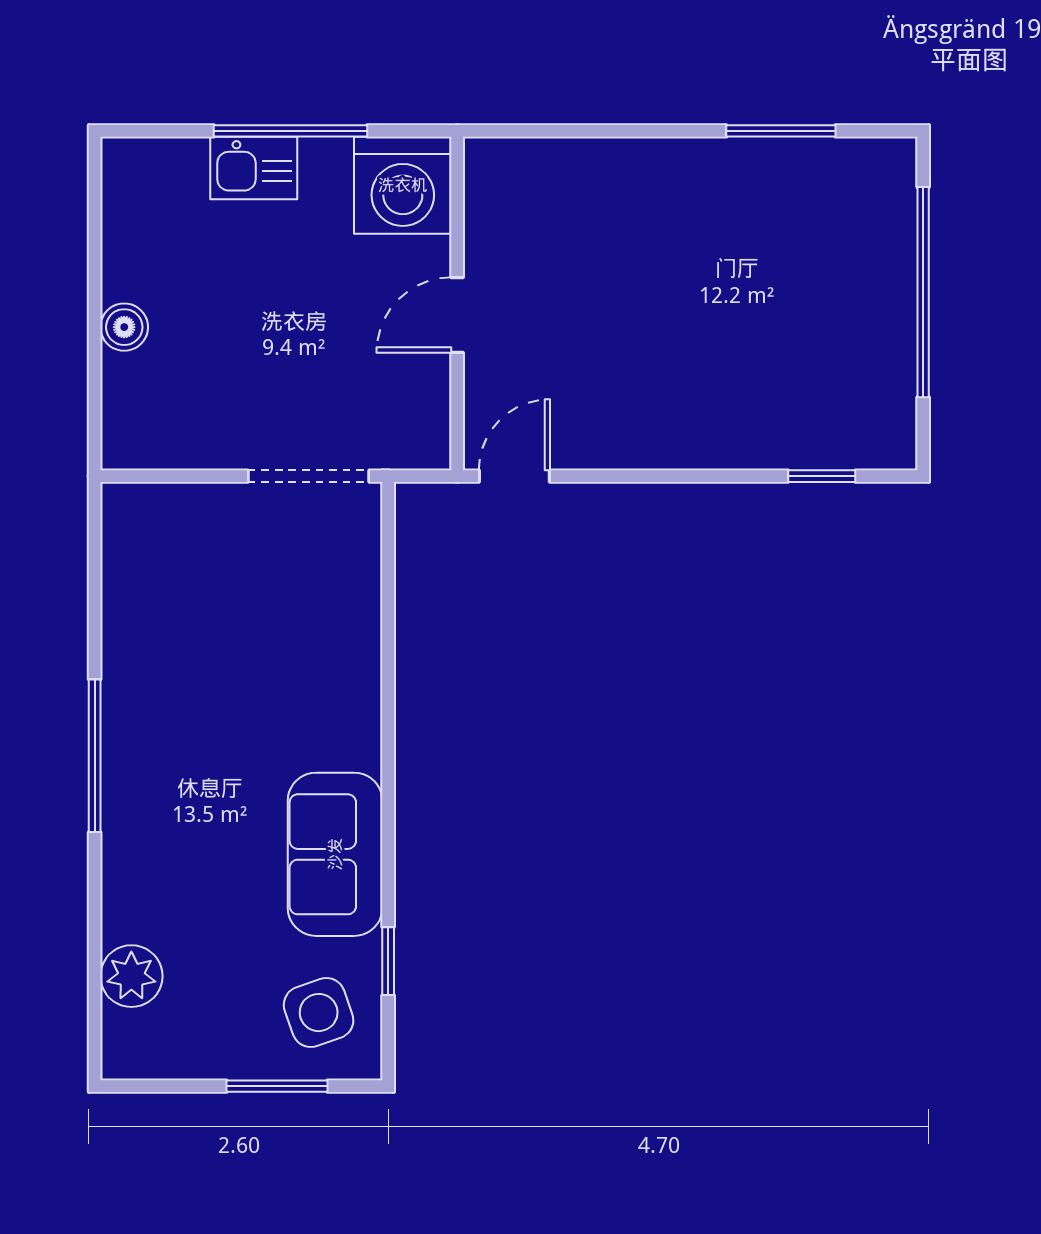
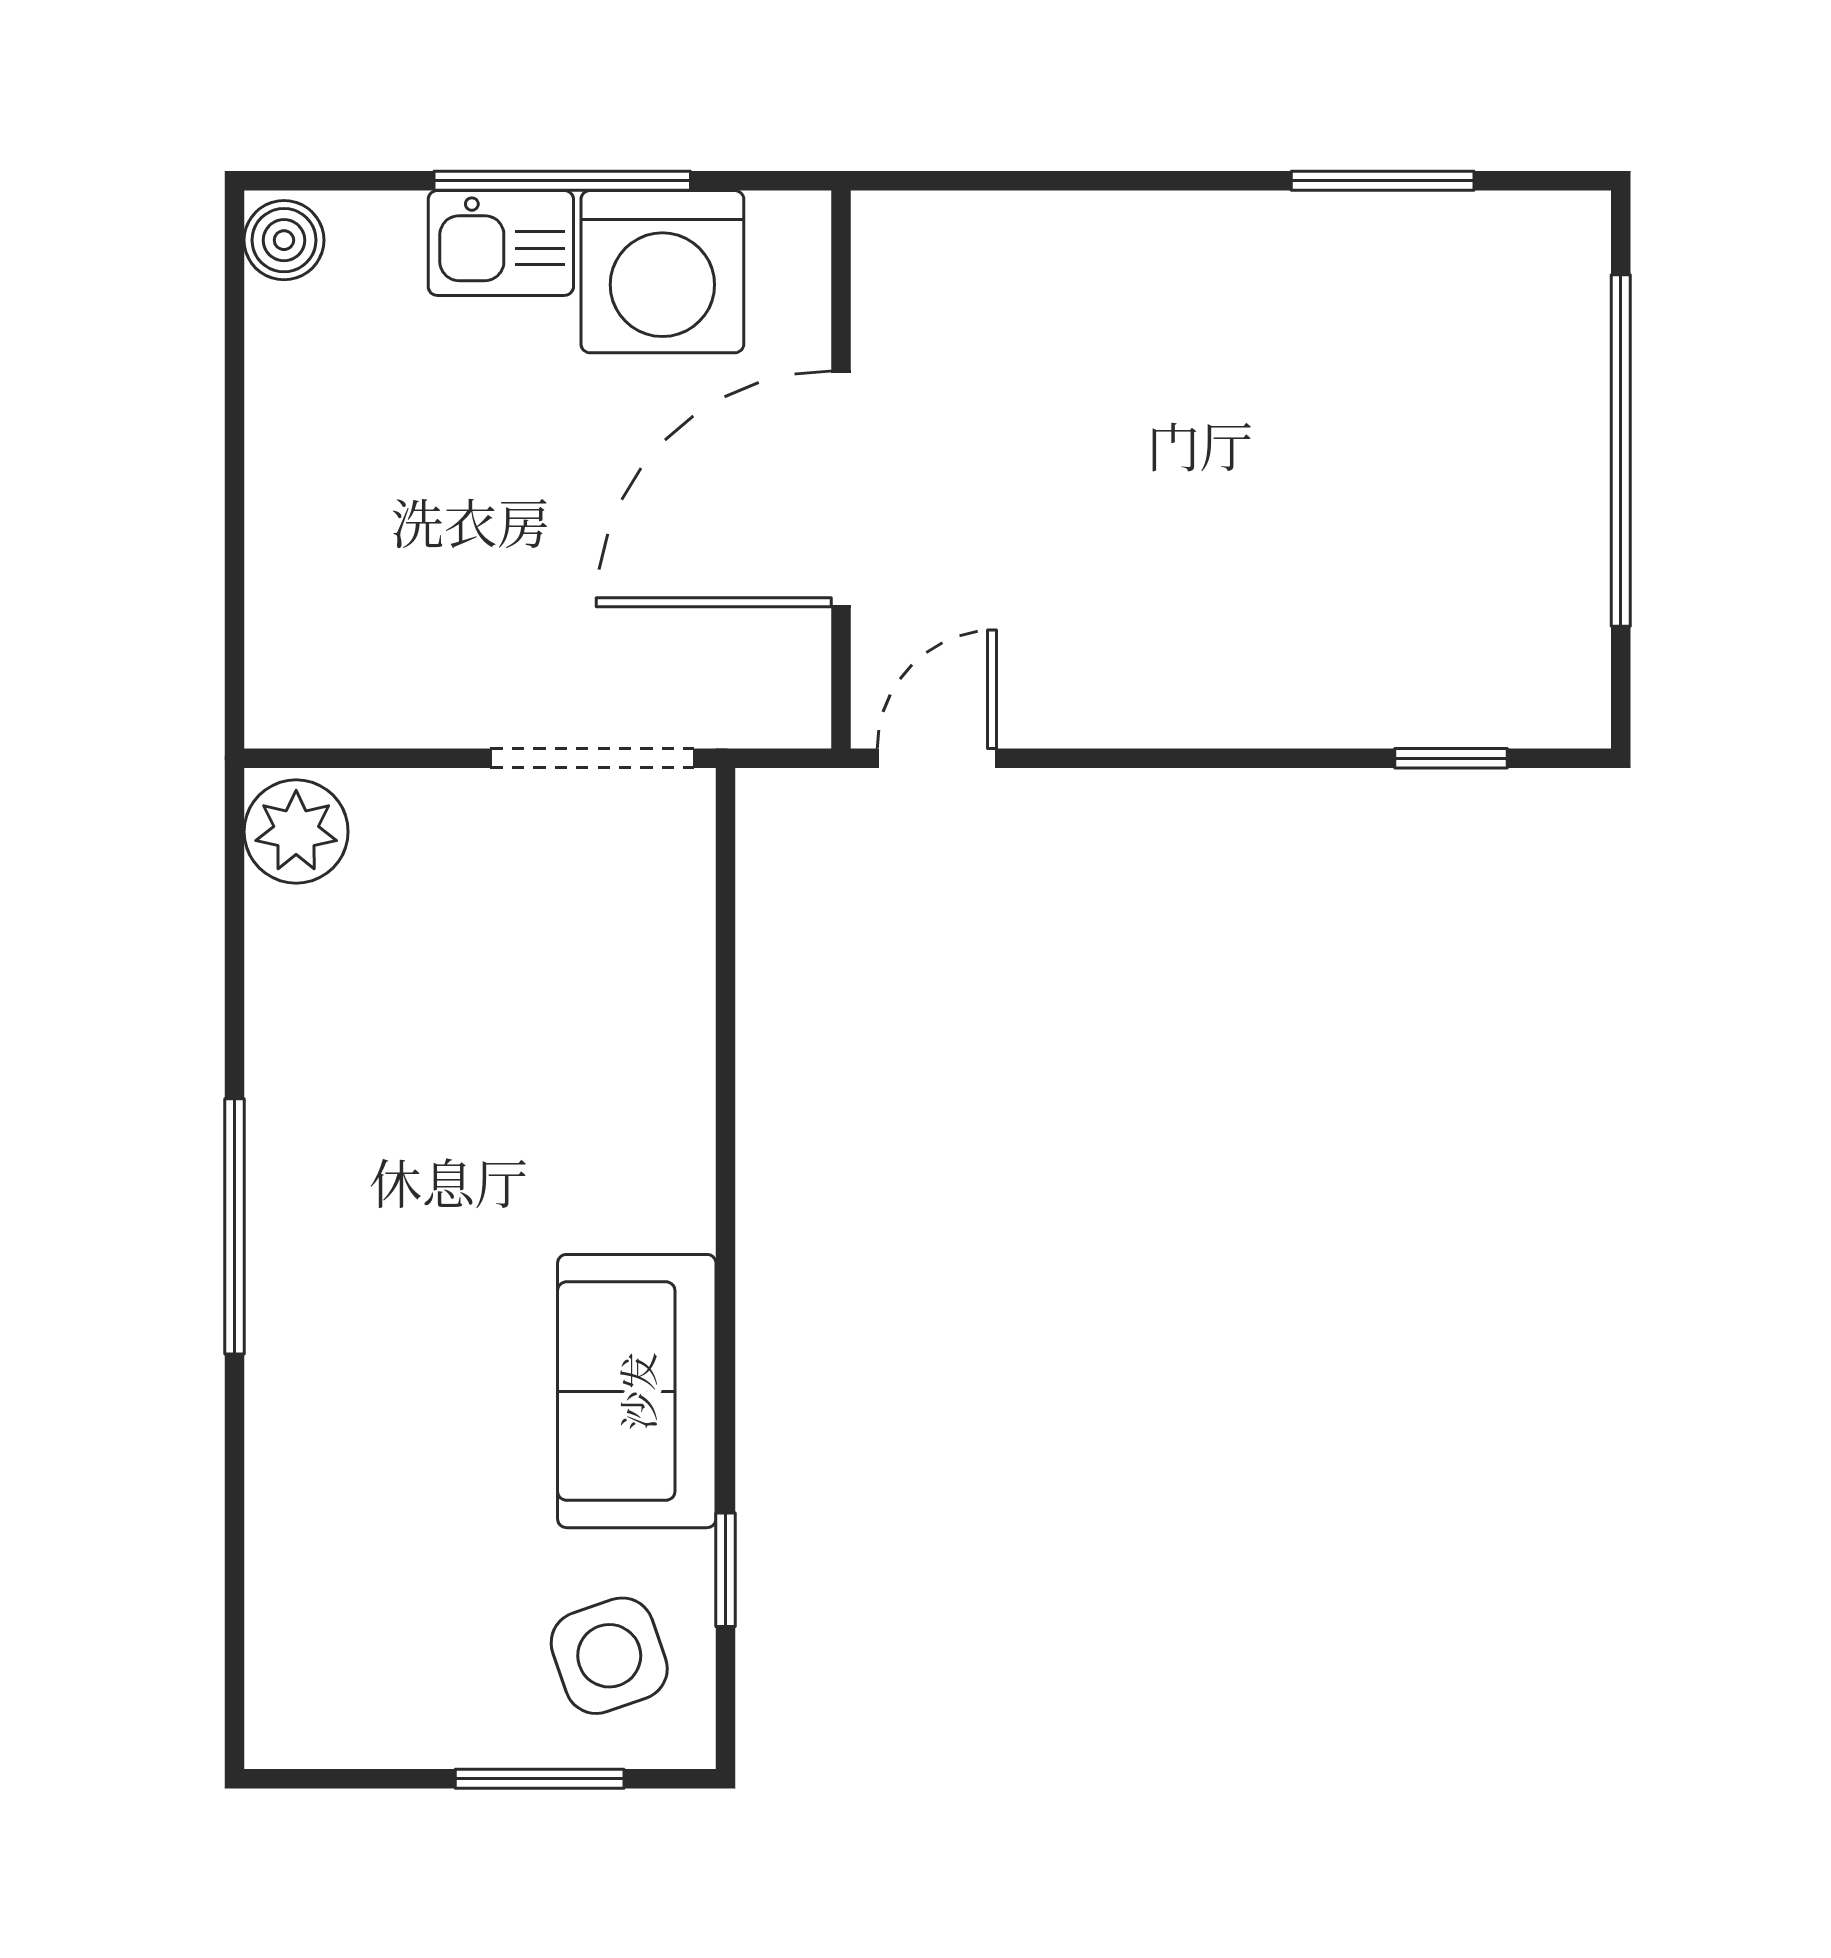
washing machine: (403, 185) -> (662, 272), moved
door: (457, 315) -> (841, 489), width x1.88
boiler: (124, 327) -> (284, 240), moved
plant: (131, 976) -> (296, 832), moved

